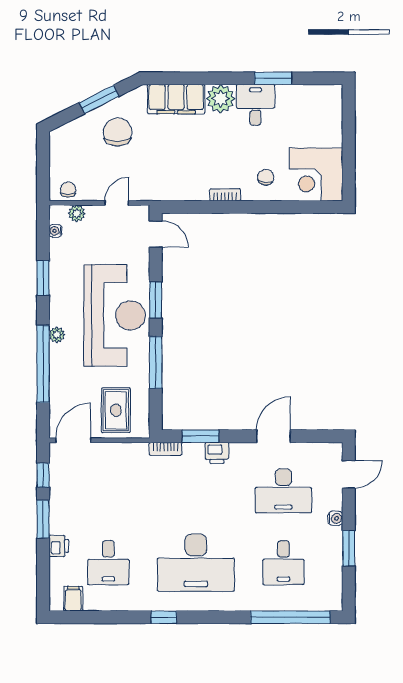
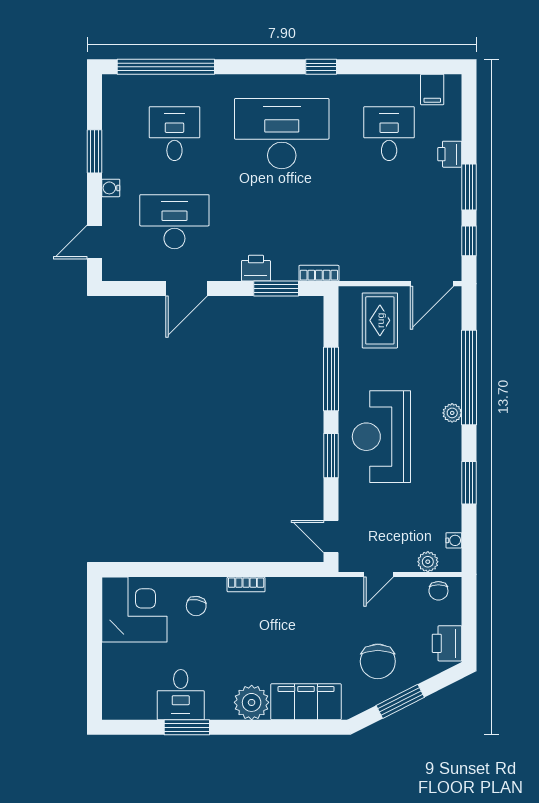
desk: (255, 105) -> (181, 695), moved
printer: (61, 147) -> (447, 643), added
reception desk: (115, 315) -> (381, 437), width x0.74, depth x0.77

